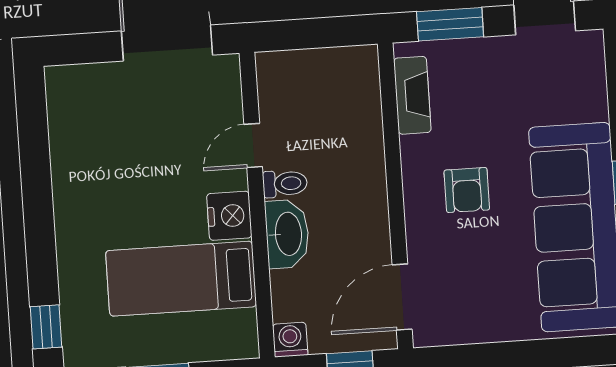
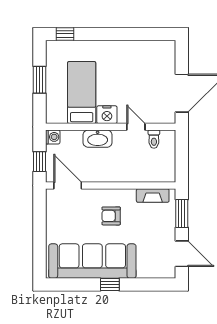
toilet: (285, 184) -> (154, 139), moved

